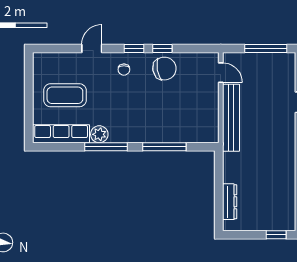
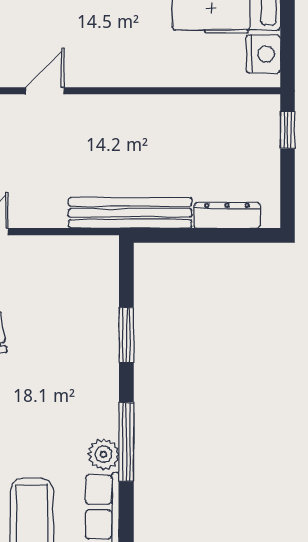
bench: (231, 118) -> (130, 213), moved
window: (164, 147) -> (126, 335), width x0.69

